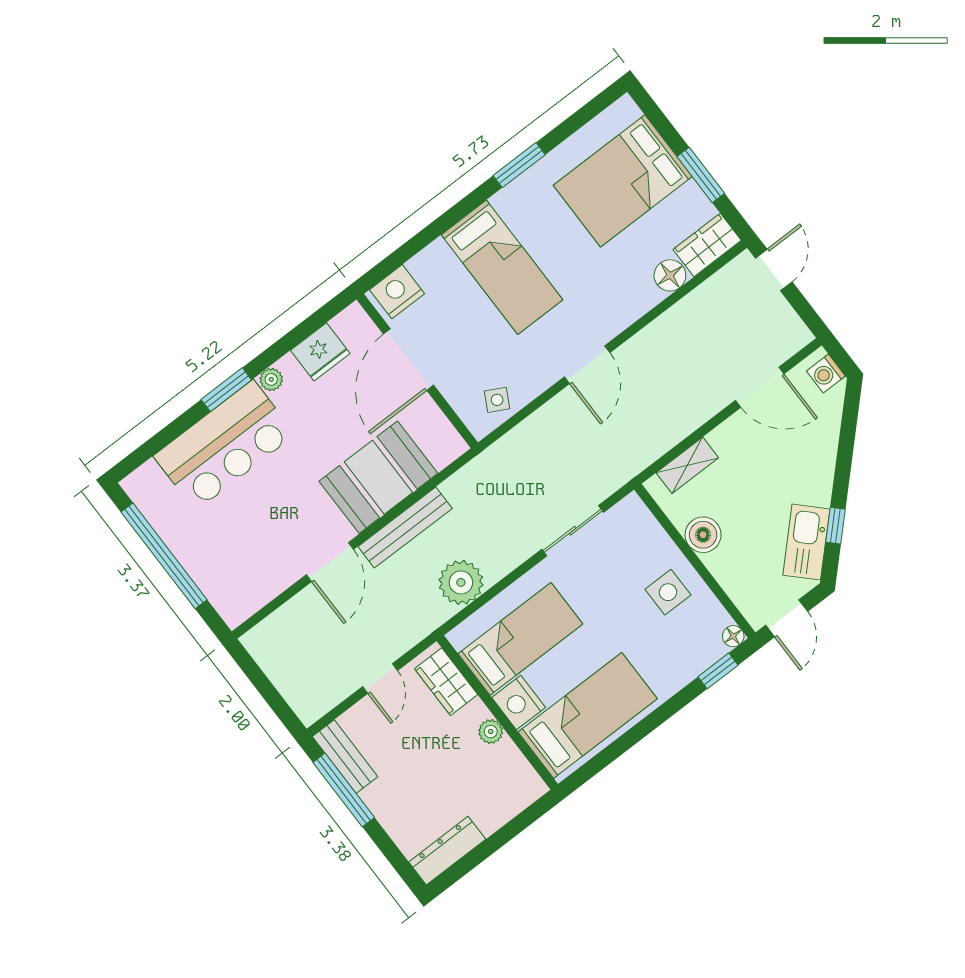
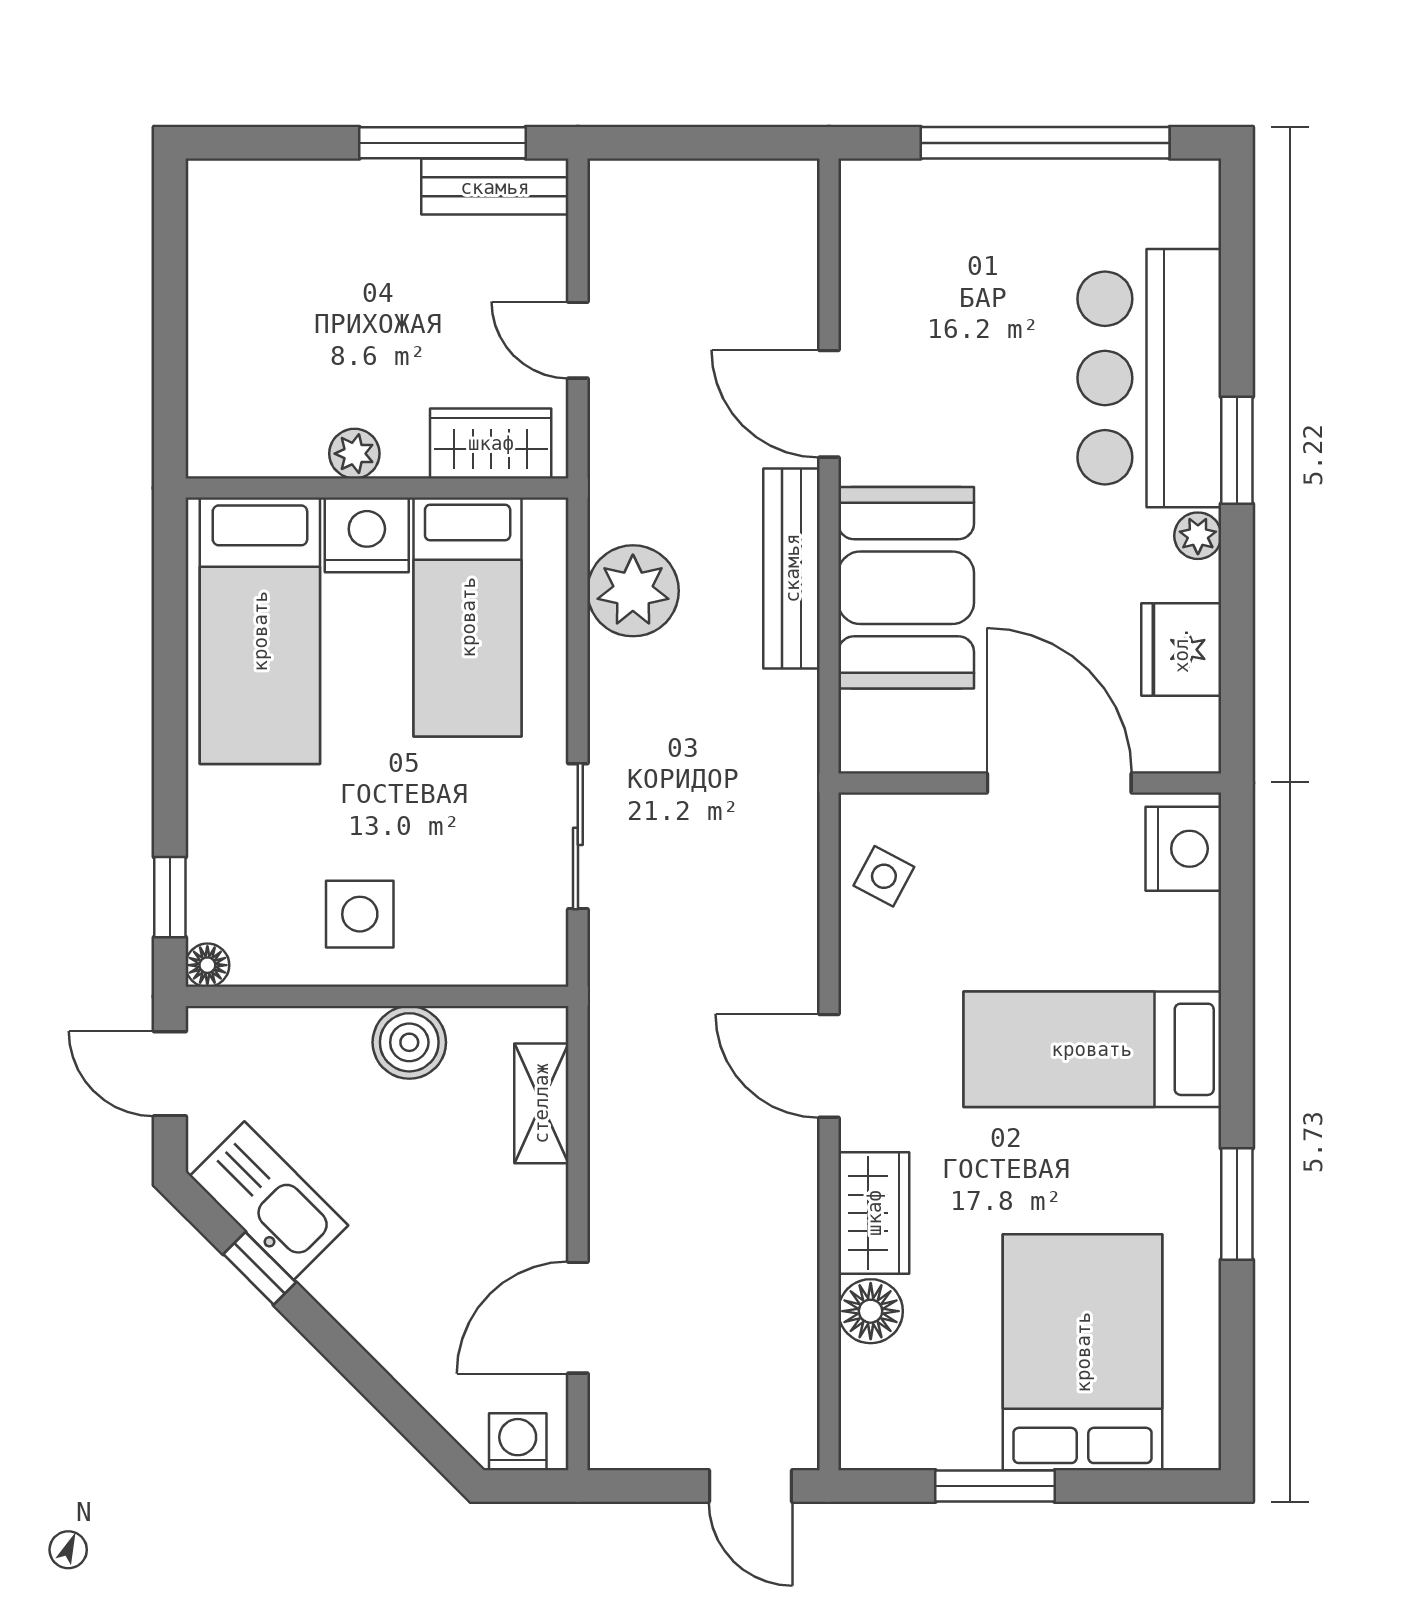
wardrobe: (707, 245) -> (874, 1213), moved
dresser: (447, 851) -> (216, 235), removed

